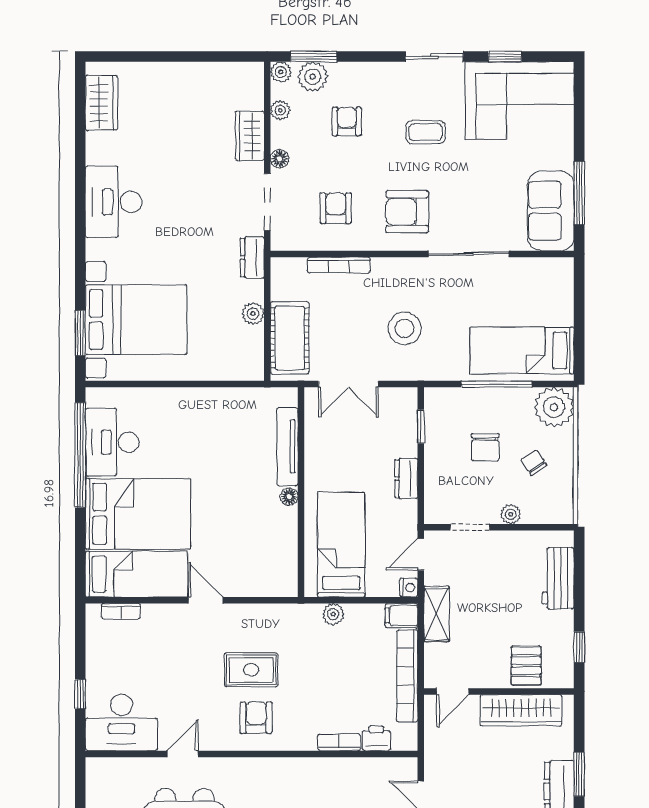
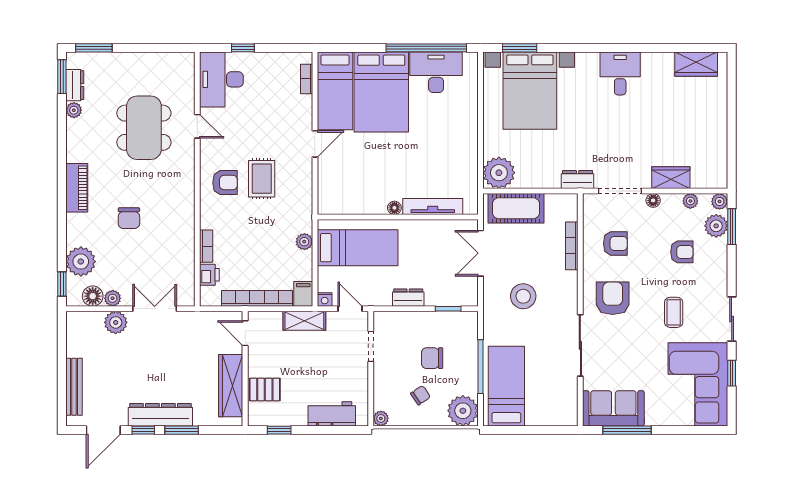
desk: (114, 202) -> (620, 73), width x0.73
plant: (253, 314) -> (499, 173), moved, width x1.88, depth x1.88
plant: (511, 514) -> (381, 418), moved

